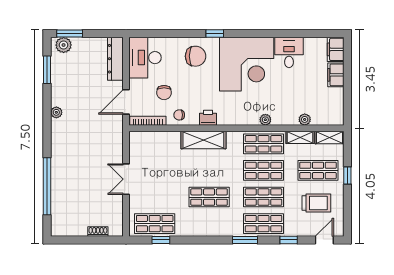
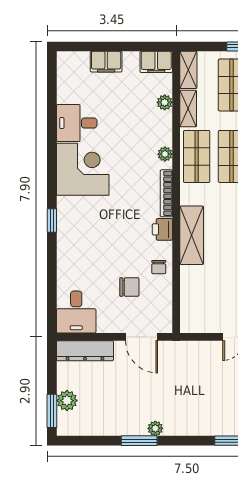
plant: (64, 45) -> (67, 401), moved
filing cabinet: (336, 49) -> (156, 62), moved
chair: (196, 56) -> (82, 246), removed
desk: (145, 58) -> (76, 312), width x0.73
corner desk: (247, 64) -> (83, 169), width x0.74, depth x0.74
window: (47, 70) -> (139, 441), moved
bookcase: (148, 121) -> (166, 193), moved

